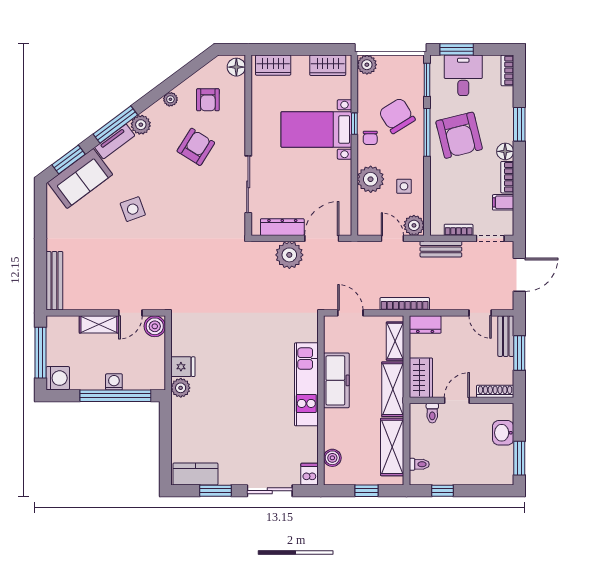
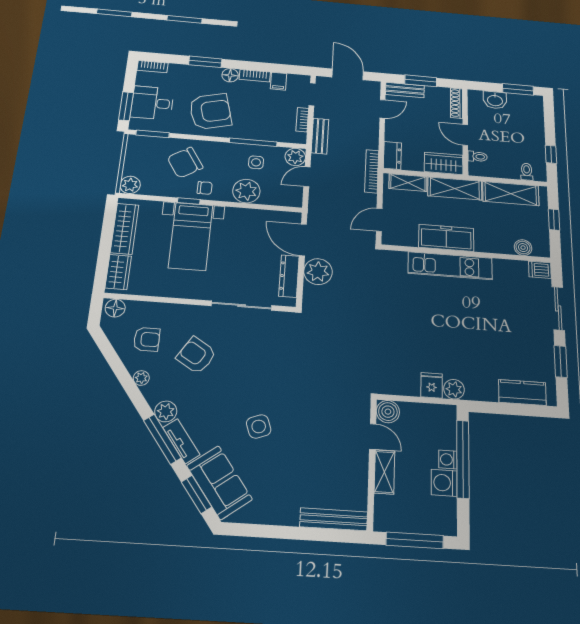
wardrobe: (328, 65) -> (124, 229), width x1.50
window: (427, 132) -> (253, 142), moved
washing machine: (58, 378) -> (444, 483), moved, turned -90
kitchen counter: (195, 474) -> (522, 392), moved, turned 90

